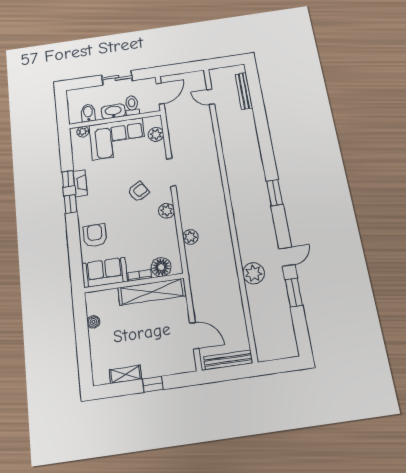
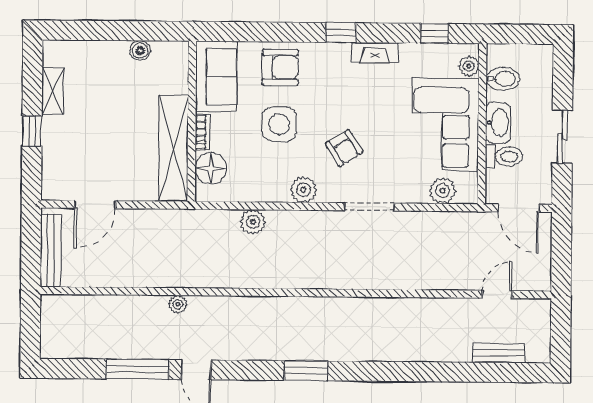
bench: (244, 91) -> (499, 353), width x0.73
window: (68, 179) -> (434, 33), moved
side table: (129, 231) -> (279, 124), added
plant: (253, 273) -> (178, 304), width x0.53, depth x0.53
window: (294, 293) -> (138, 369), width x1.44

